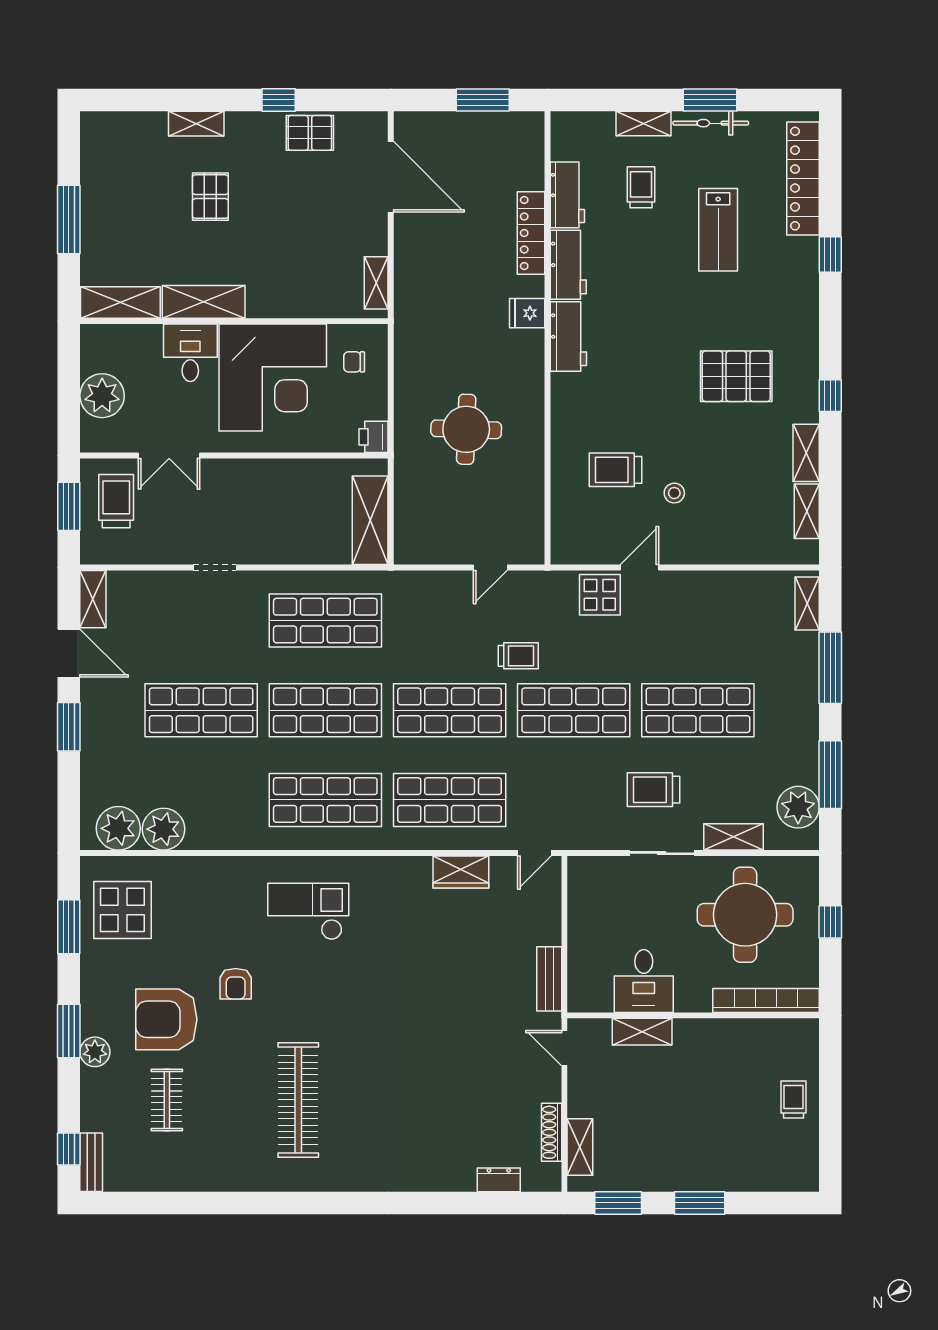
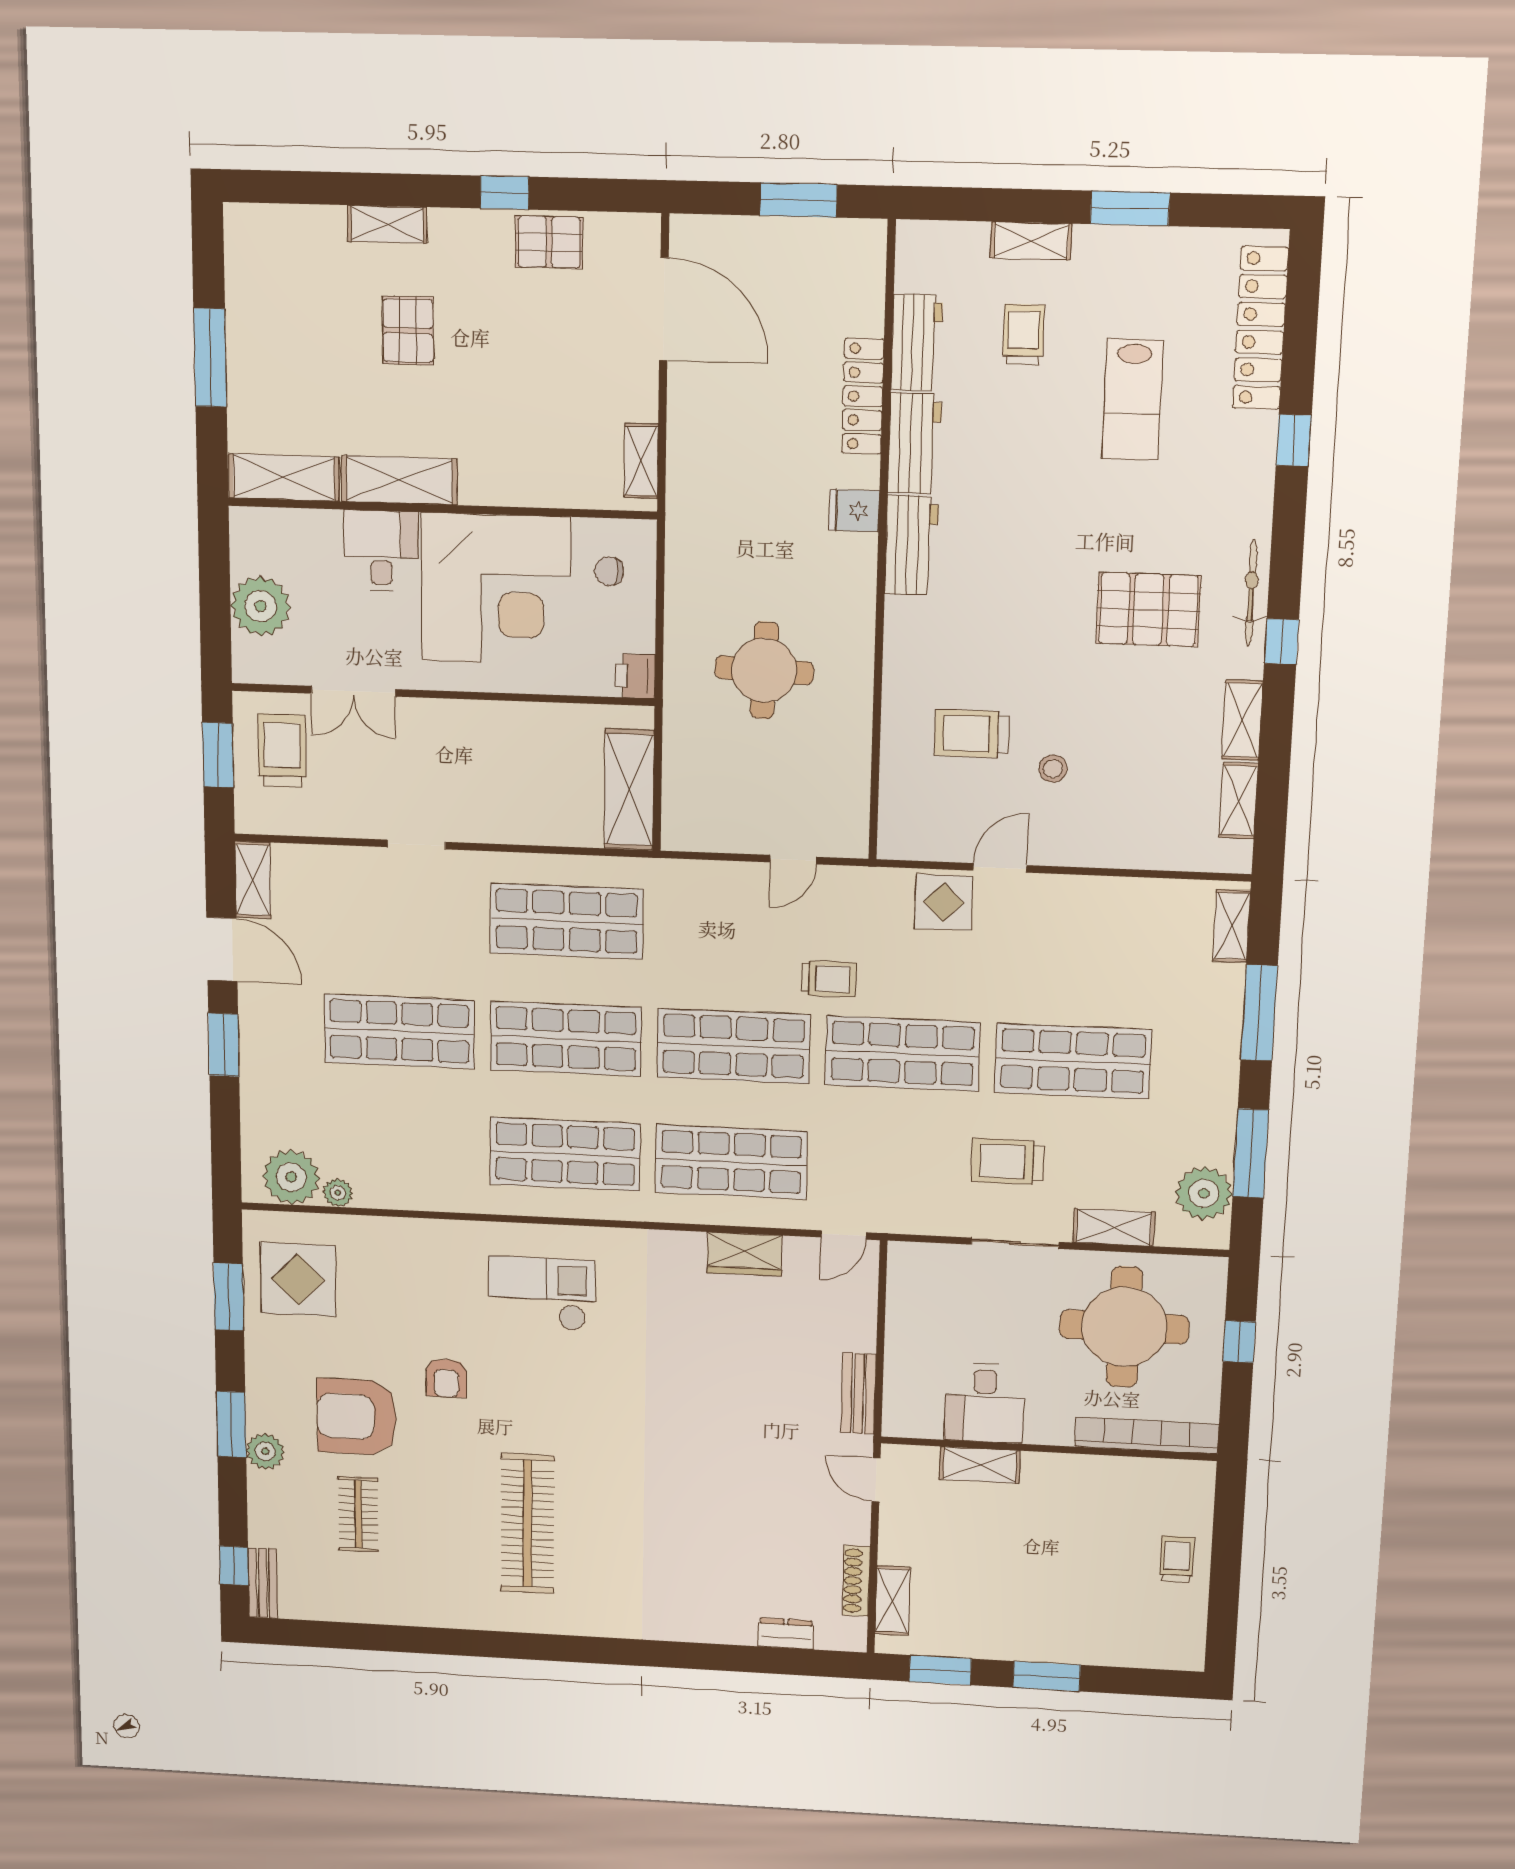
bicycle: (711, 123) -> (1251, 593), moved, turned 90
plant: (164, 829) -> (338, 1193), width x0.53, depth x0.53

